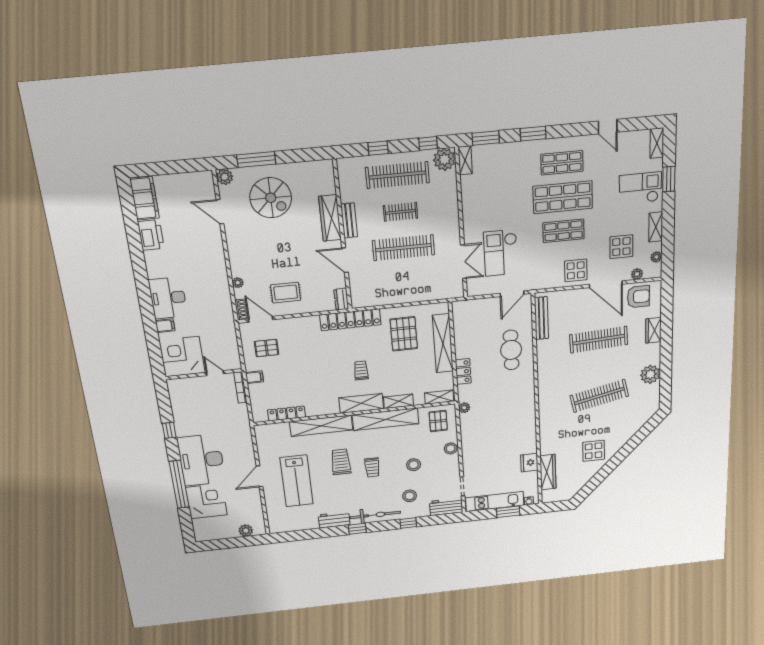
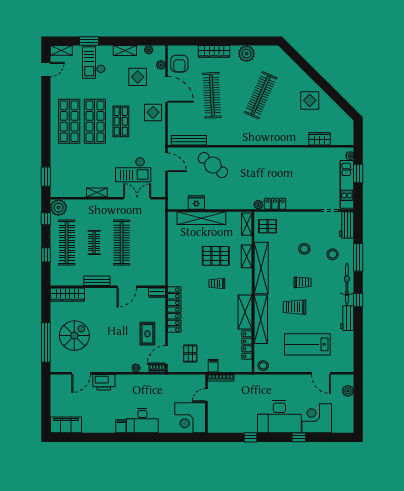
door: (608, 127) -> (46, 69), moved
window: (533, 134) -> (46, 142), removed
window: (256, 159) -> (46, 342), width x1.46
shelving: (465, 160) -> (97, 192), moved
shop shelf: (562, 163) -> (69, 121), width x1.43, depth x1.36
plant: (225, 177) -> (56, 366), removed
wardrobe: (330, 218) -> (67, 295), moved
printer: (151, 235) -> (104, 382), moved, turned 180
door: (606, 284) -> (167, 89), hinge flipped
armchair: (638, 297) -> (179, 64), turned 180
locker: (350, 320) -> (174, 310), moved
filing cabinet: (165, 326) -> (121, 426), moved
wardrobe: (653, 330) -> (214, 51), width x1.50
pallet: (404, 334) -> (216, 256), moved
cafe table: (511, 350) -> (213, 165), turned 38
locker: (463, 372) -> (275, 204), moved
clothes rail: (599, 396) -> (261, 95), turned 36
shelving: (361, 403) -> (245, 312), moved
stool: (451, 448) -> (263, 366), moved
fridge: (529, 463) -> (196, 202), moved, turned 180
wardrobe: (548, 472) -> (319, 139), width x0.67
door: (259, 476) -> (321, 373), moved
lab bench: (297, 481) -> (307, 344), turned 180
window: (179, 484) -> (299, 437), width x0.32
window: (408, 523) -> (358, 257), width x2.17

